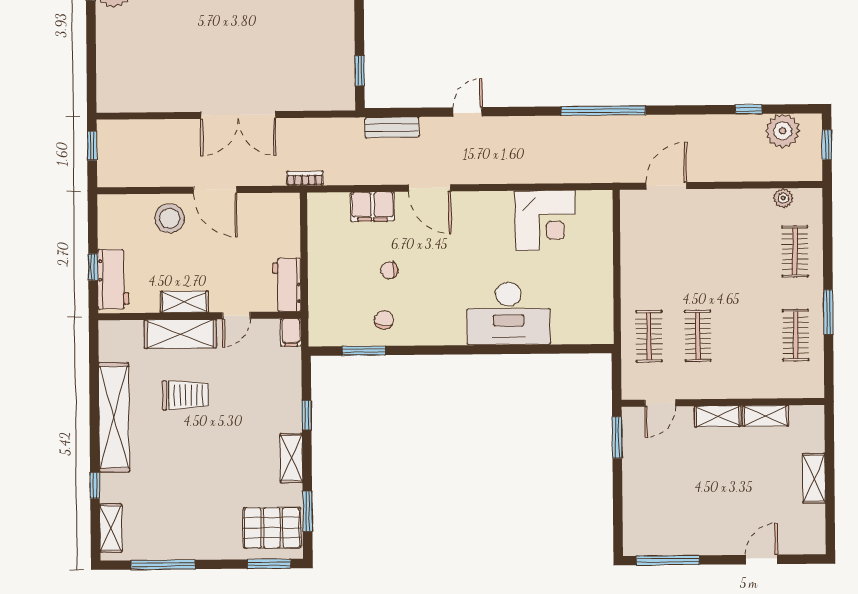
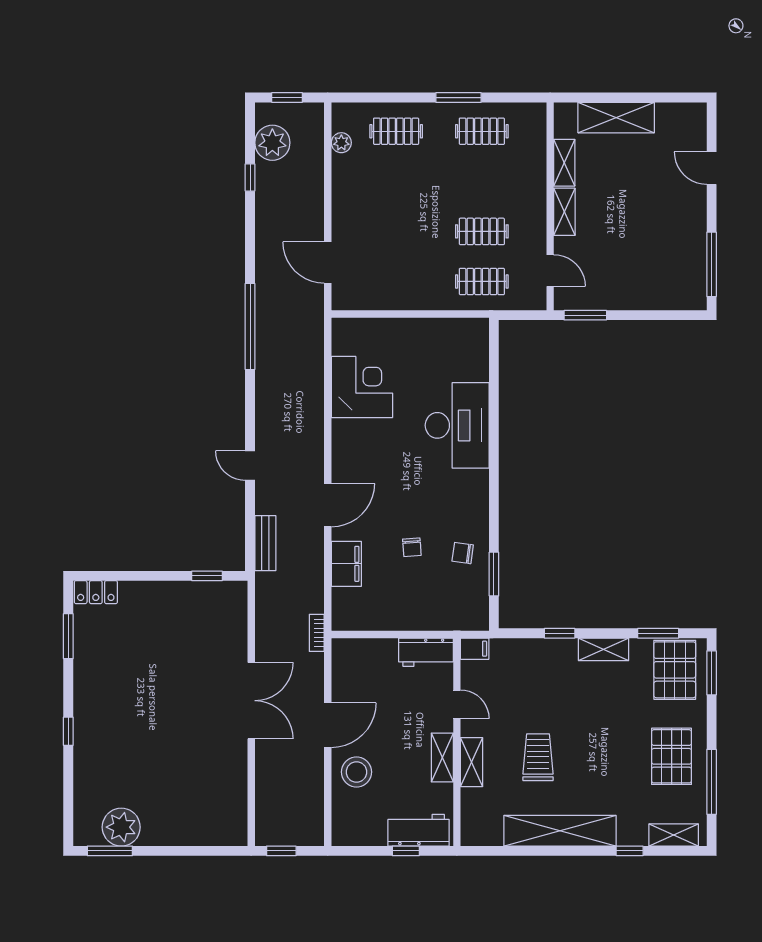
shelving: (180, 334) -> (471, 762), width x0.67, depth x0.75
shelving: (814, 478) -> (616, 118), width x1.50, depth x1.33
pallet: (188, 525) -> (672, 756), added

